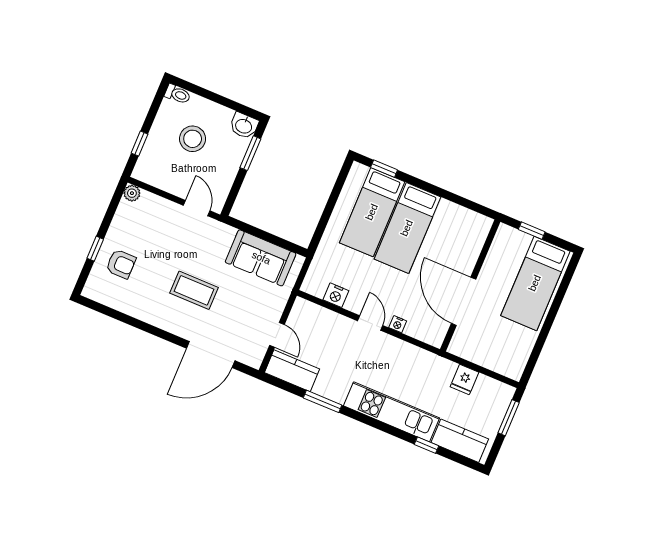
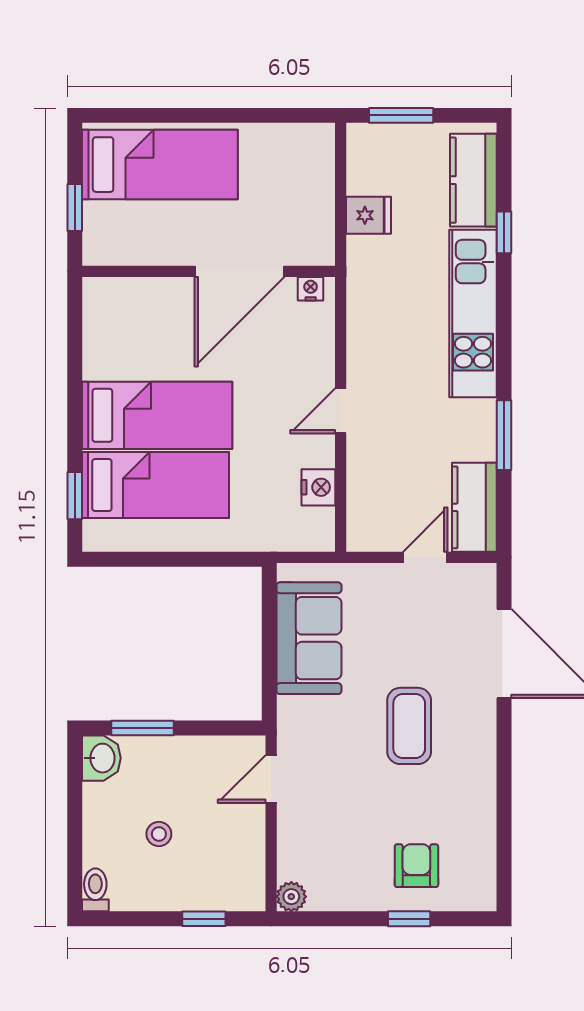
stool: (193, 139) -> (159, 834), width x0.53, depth x0.53
nightstand: (398, 324) -> (311, 289), moved, turned -90

